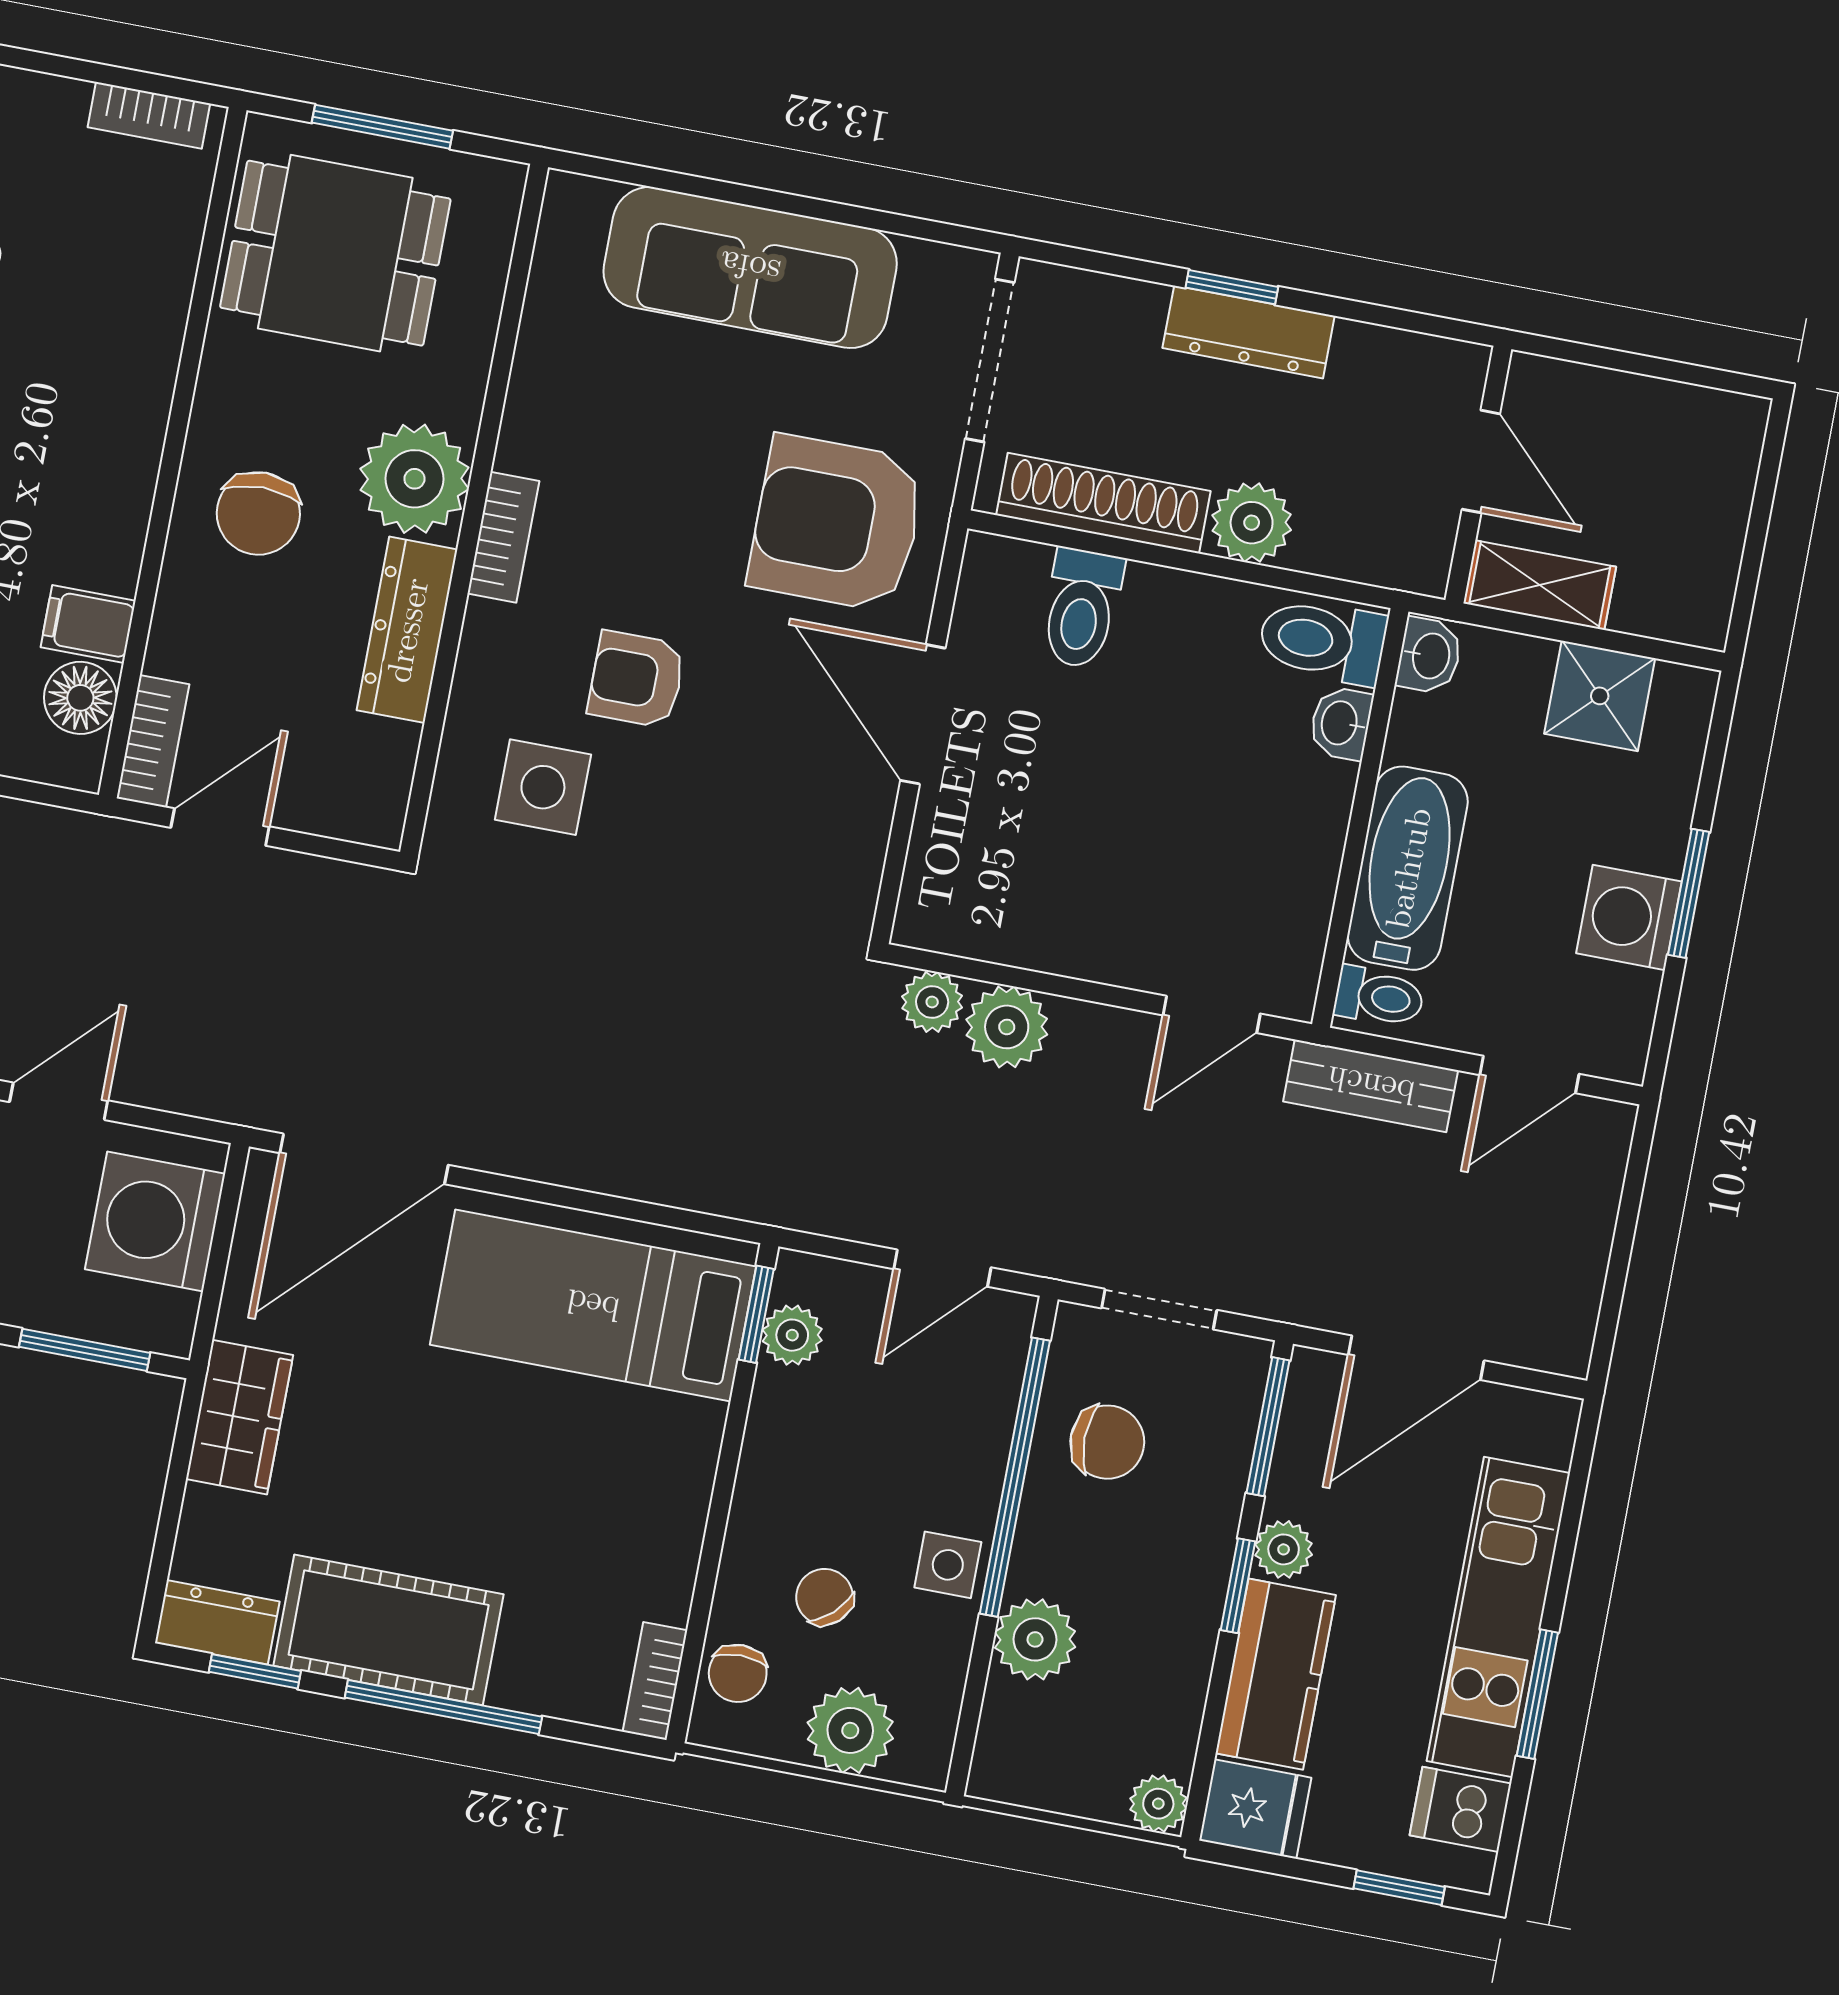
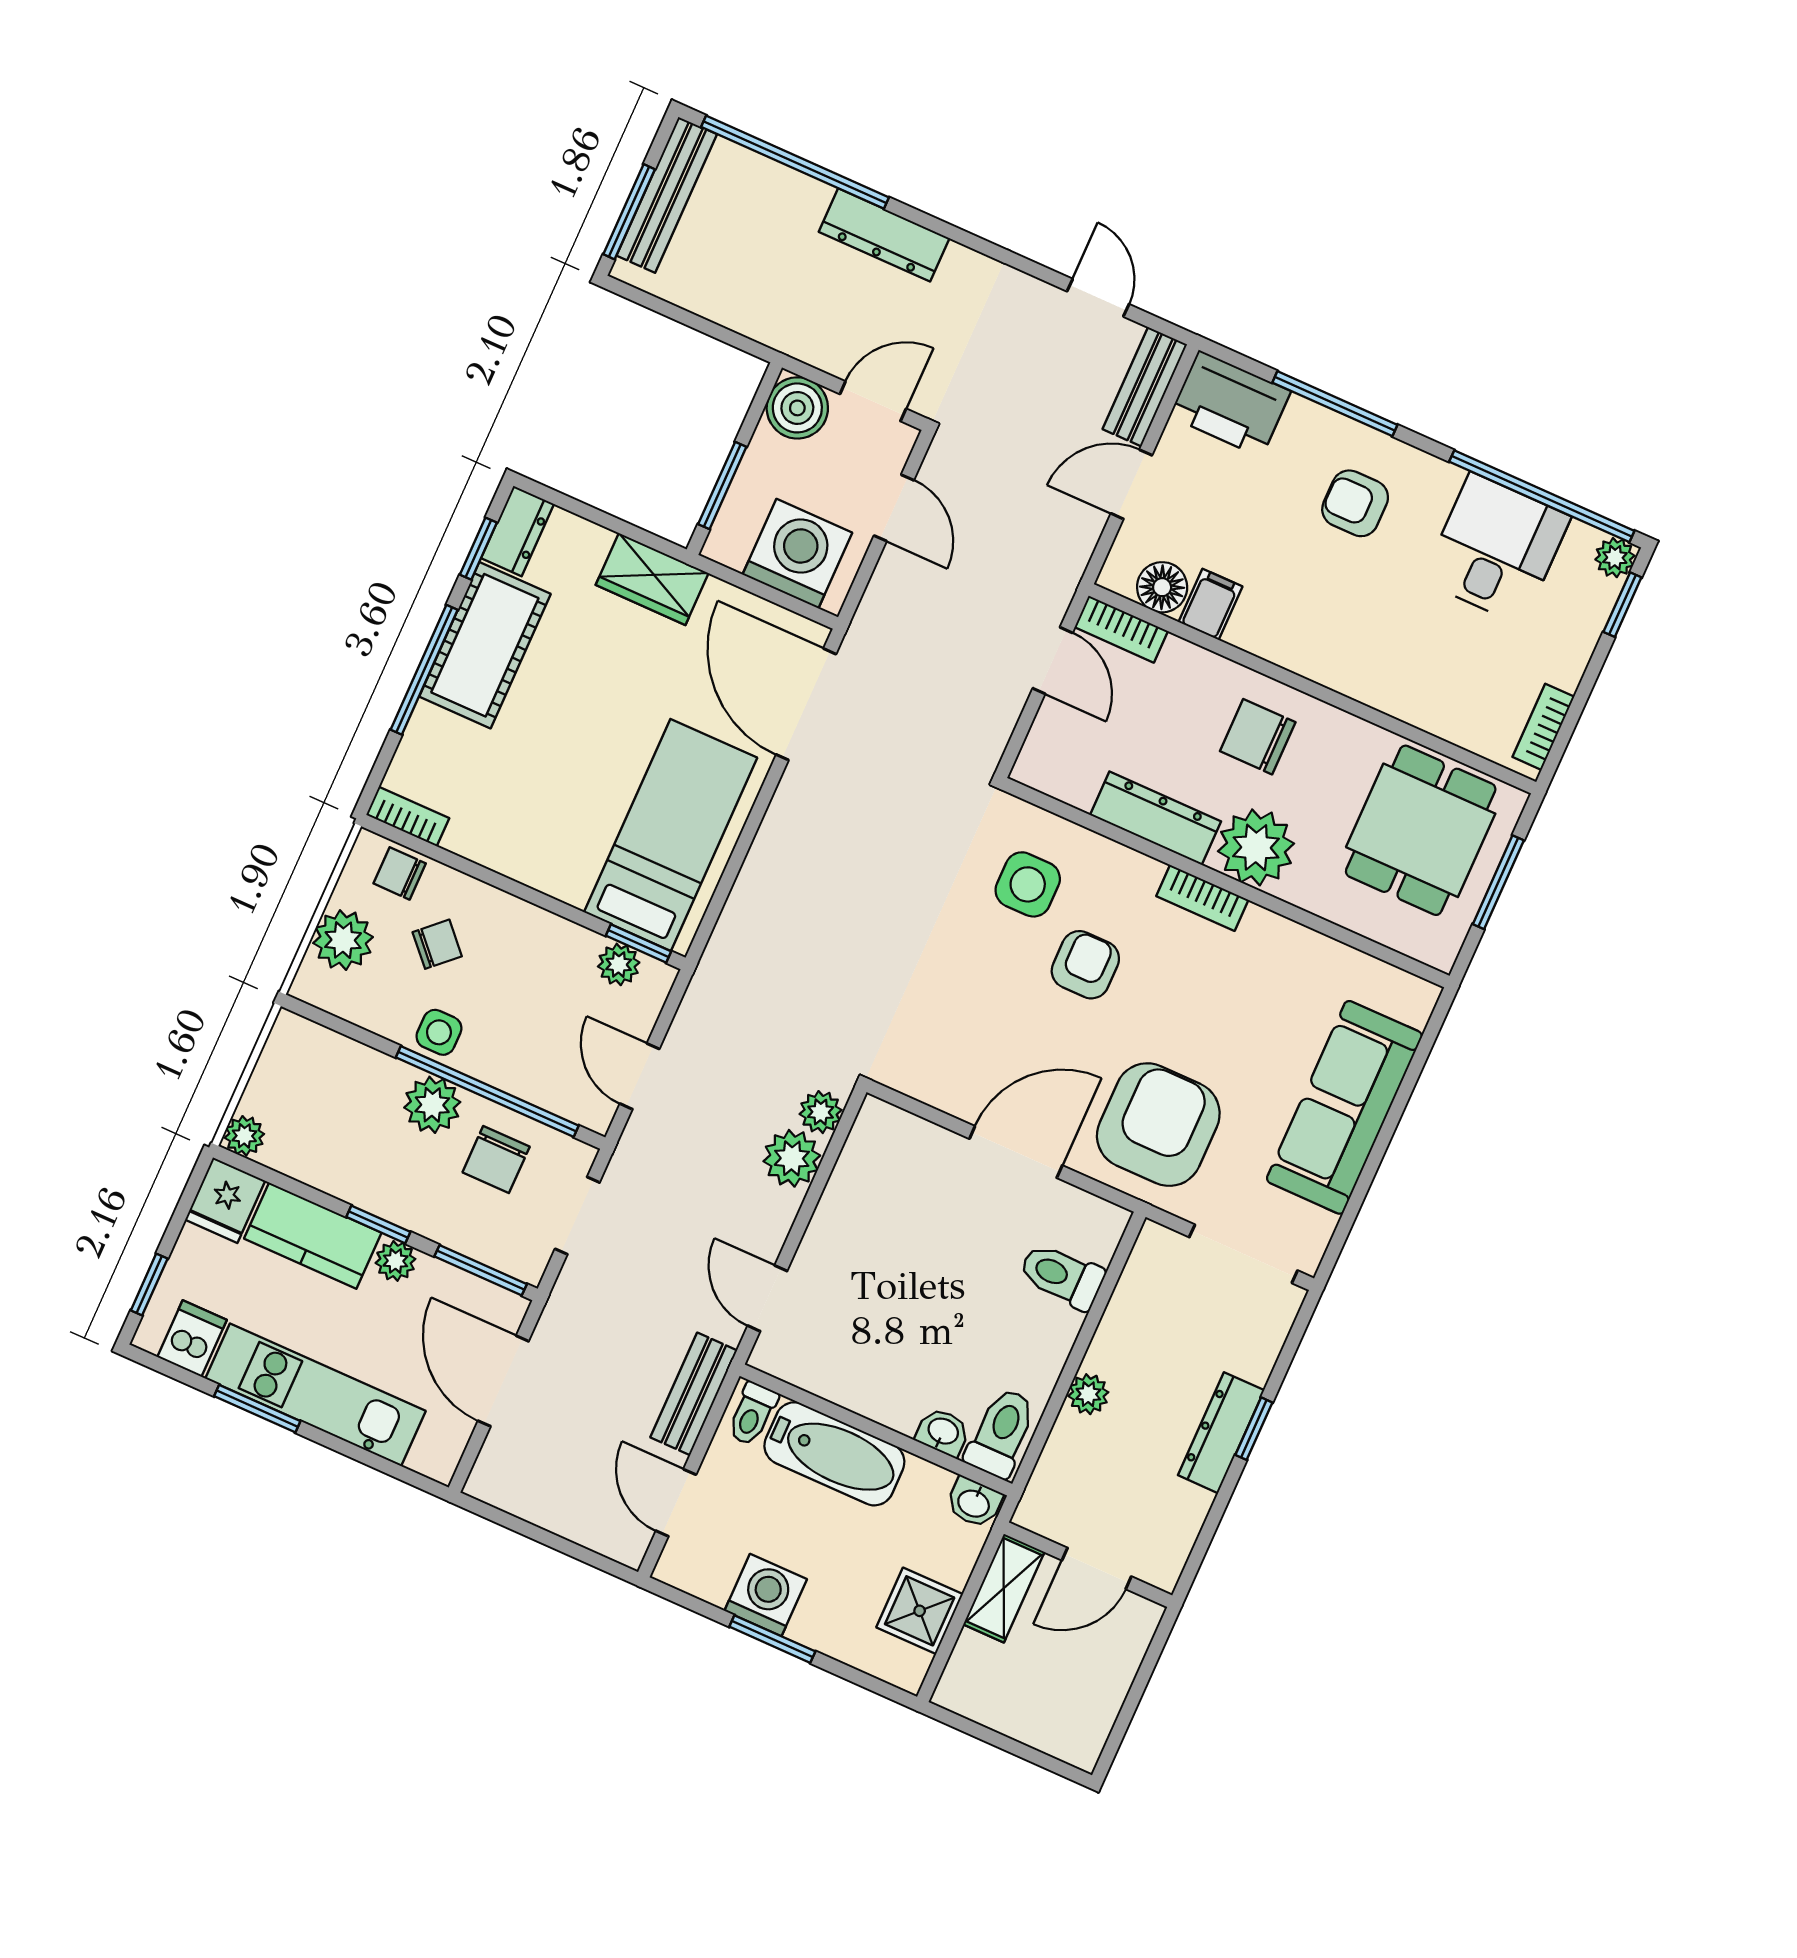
shoe rack: (1103, 503) -> (1129, 1307), removed
plant: (1252, 523) -> (1088, 1394), width x0.73, depth x0.73
plant: (1035, 1639) -> (432, 1105), moved

